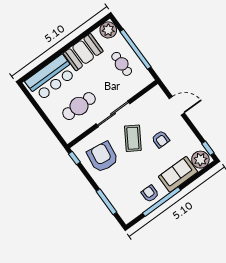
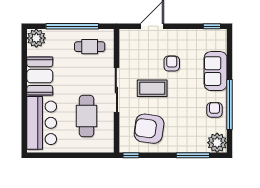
cafe table: (122, 64) -> (90, 47), moved
coffee table: (133, 138) -> (152, 88), turned -32
armchair: (161, 139) -> (172, 63), turned -90
plant: (200, 160) -> (217, 143), moved
armchair: (150, 194) -> (214, 110), turned 90

